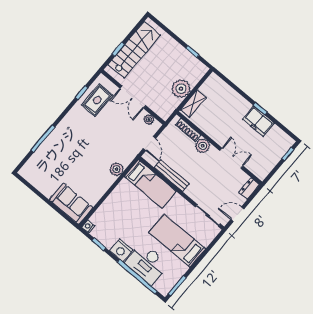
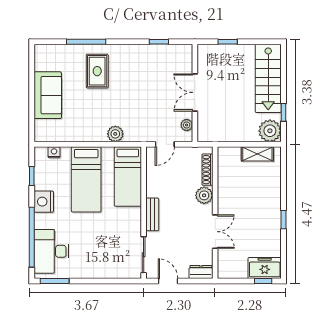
stairs: (134, 50) -> (268, 78), moved, turned 90
plant: (181, 89) -> (270, 131), moved
rug: (97, 100) -> (97, 71), moved, turned 90
shelving: (193, 104) -> (257, 154), moved
freezer: (258, 121) -> (265, 268), moved, turned 90
bench: (172, 176) -> (152, 214), moved, width x0.73
sofa: (71, 204) -> (48, 95), moved
nightstand: (88, 226) -> (54, 152), moved
bed: (177, 241) -> (86, 179), moved, turned 180
desk: (147, 264) -> (51, 251), moved

